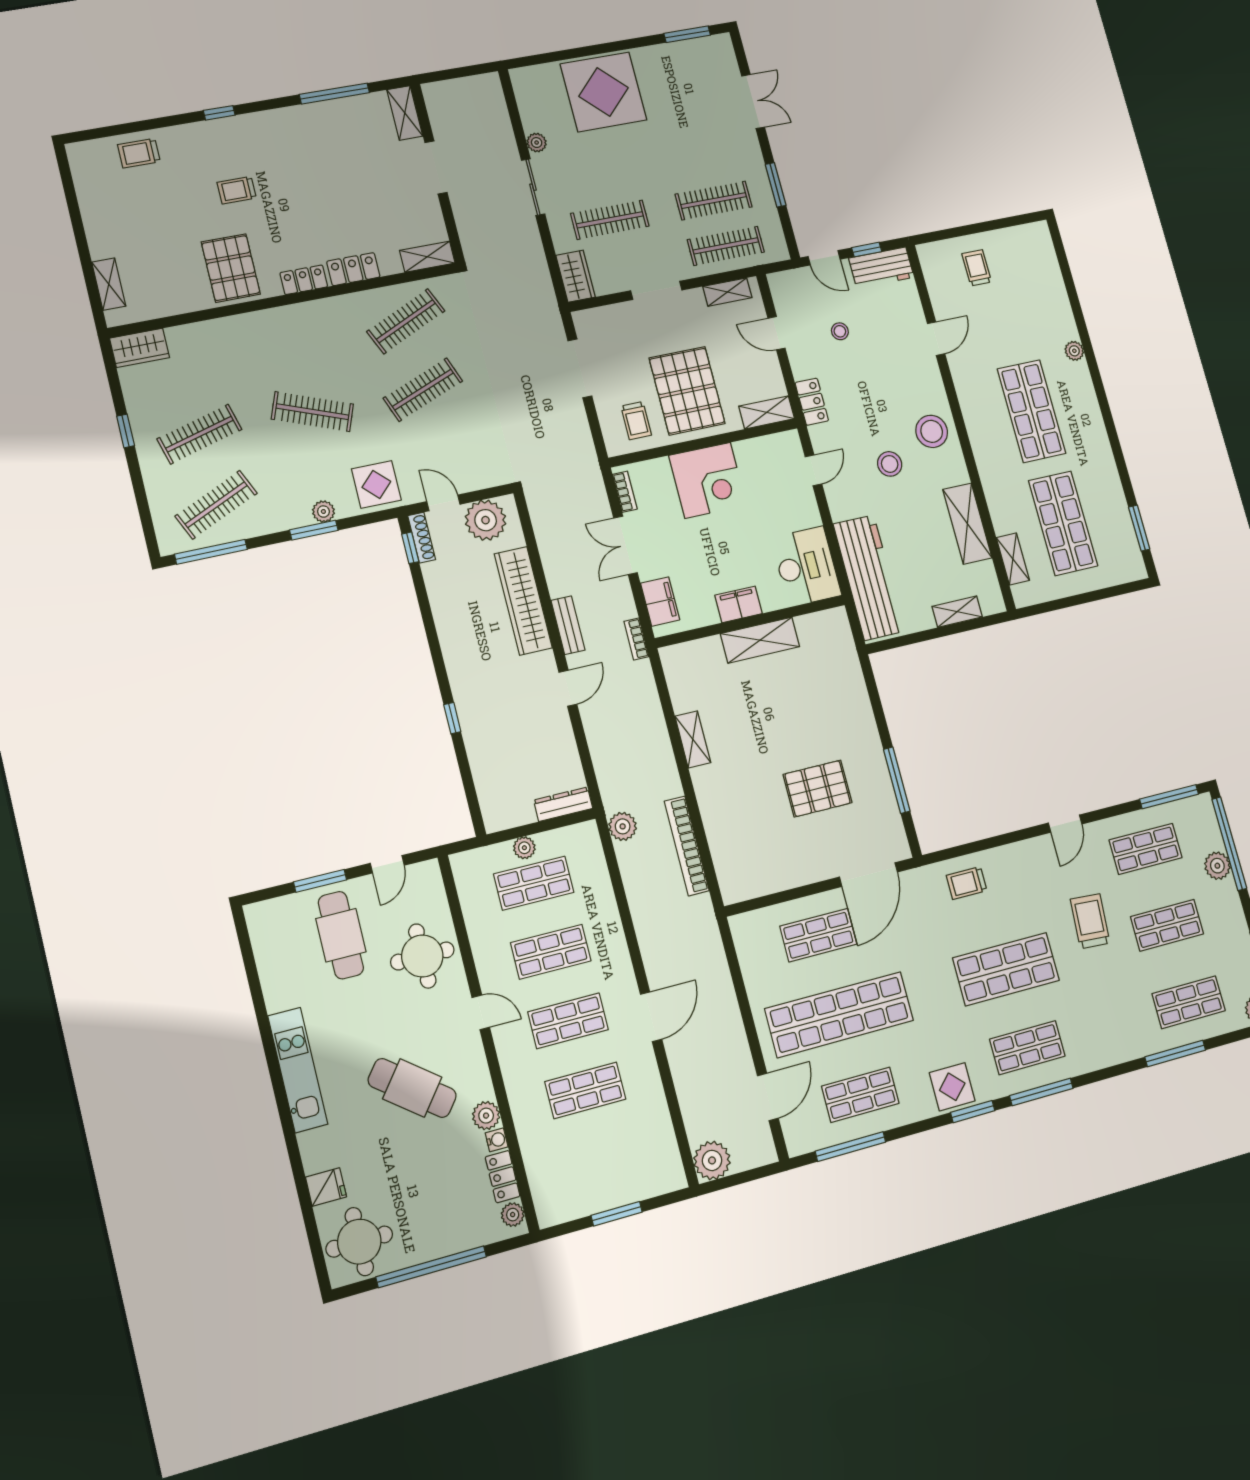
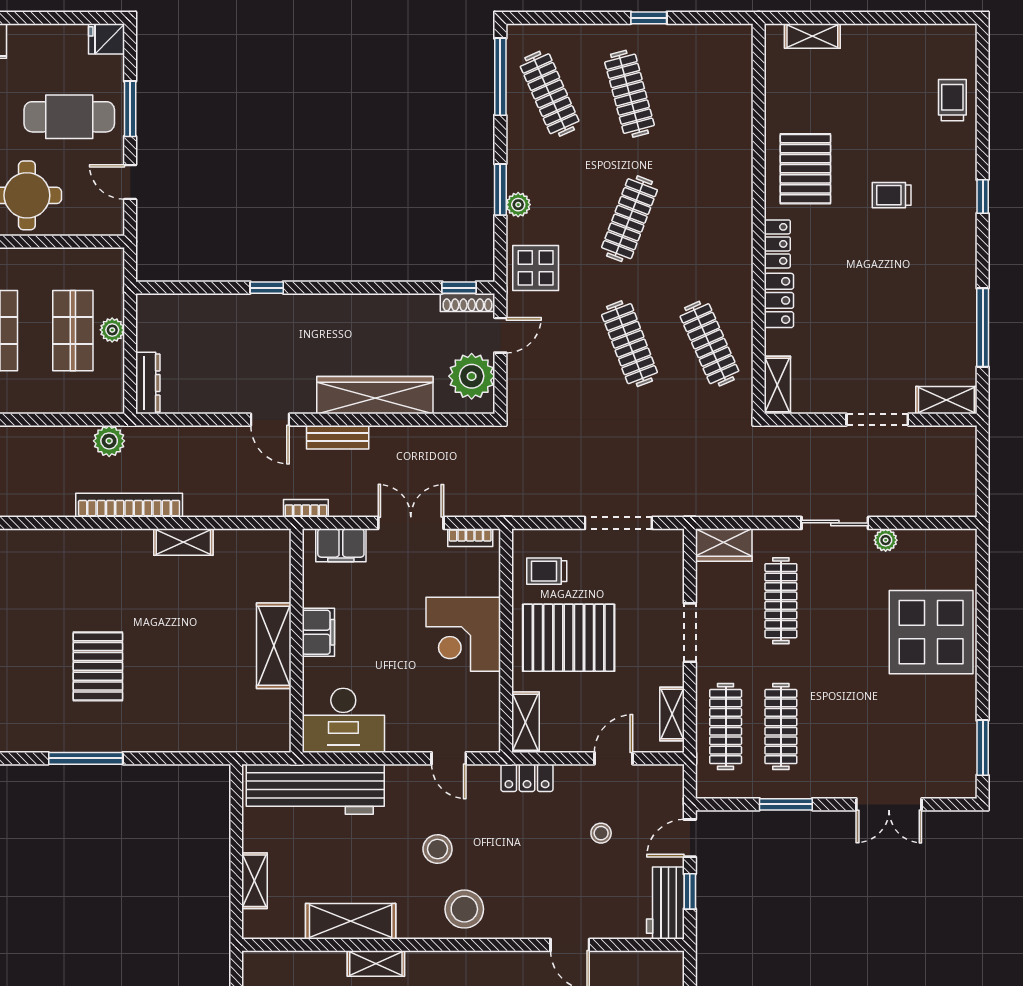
trolley: (237, 190) -> (892, 195), turned -90
pallet: (231, 268) -> (805, 169), turned 90
wardrobe: (140, 348) -> (736, 53), removed
shelving: (1013, 559) -> (376, 963), moved
bookcase: (687, 846) -> (129, 505), moved
fridge: (260, 919) -> (106, 39), added

